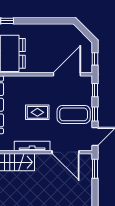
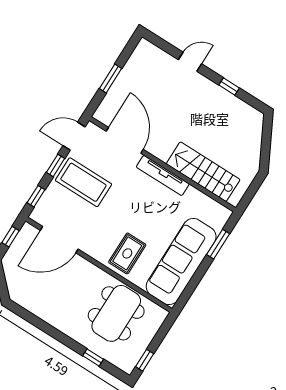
rug: (37, 112) -> (127, 253), moved, turned 90
window: (95, 169) -> (110, 79), moved

